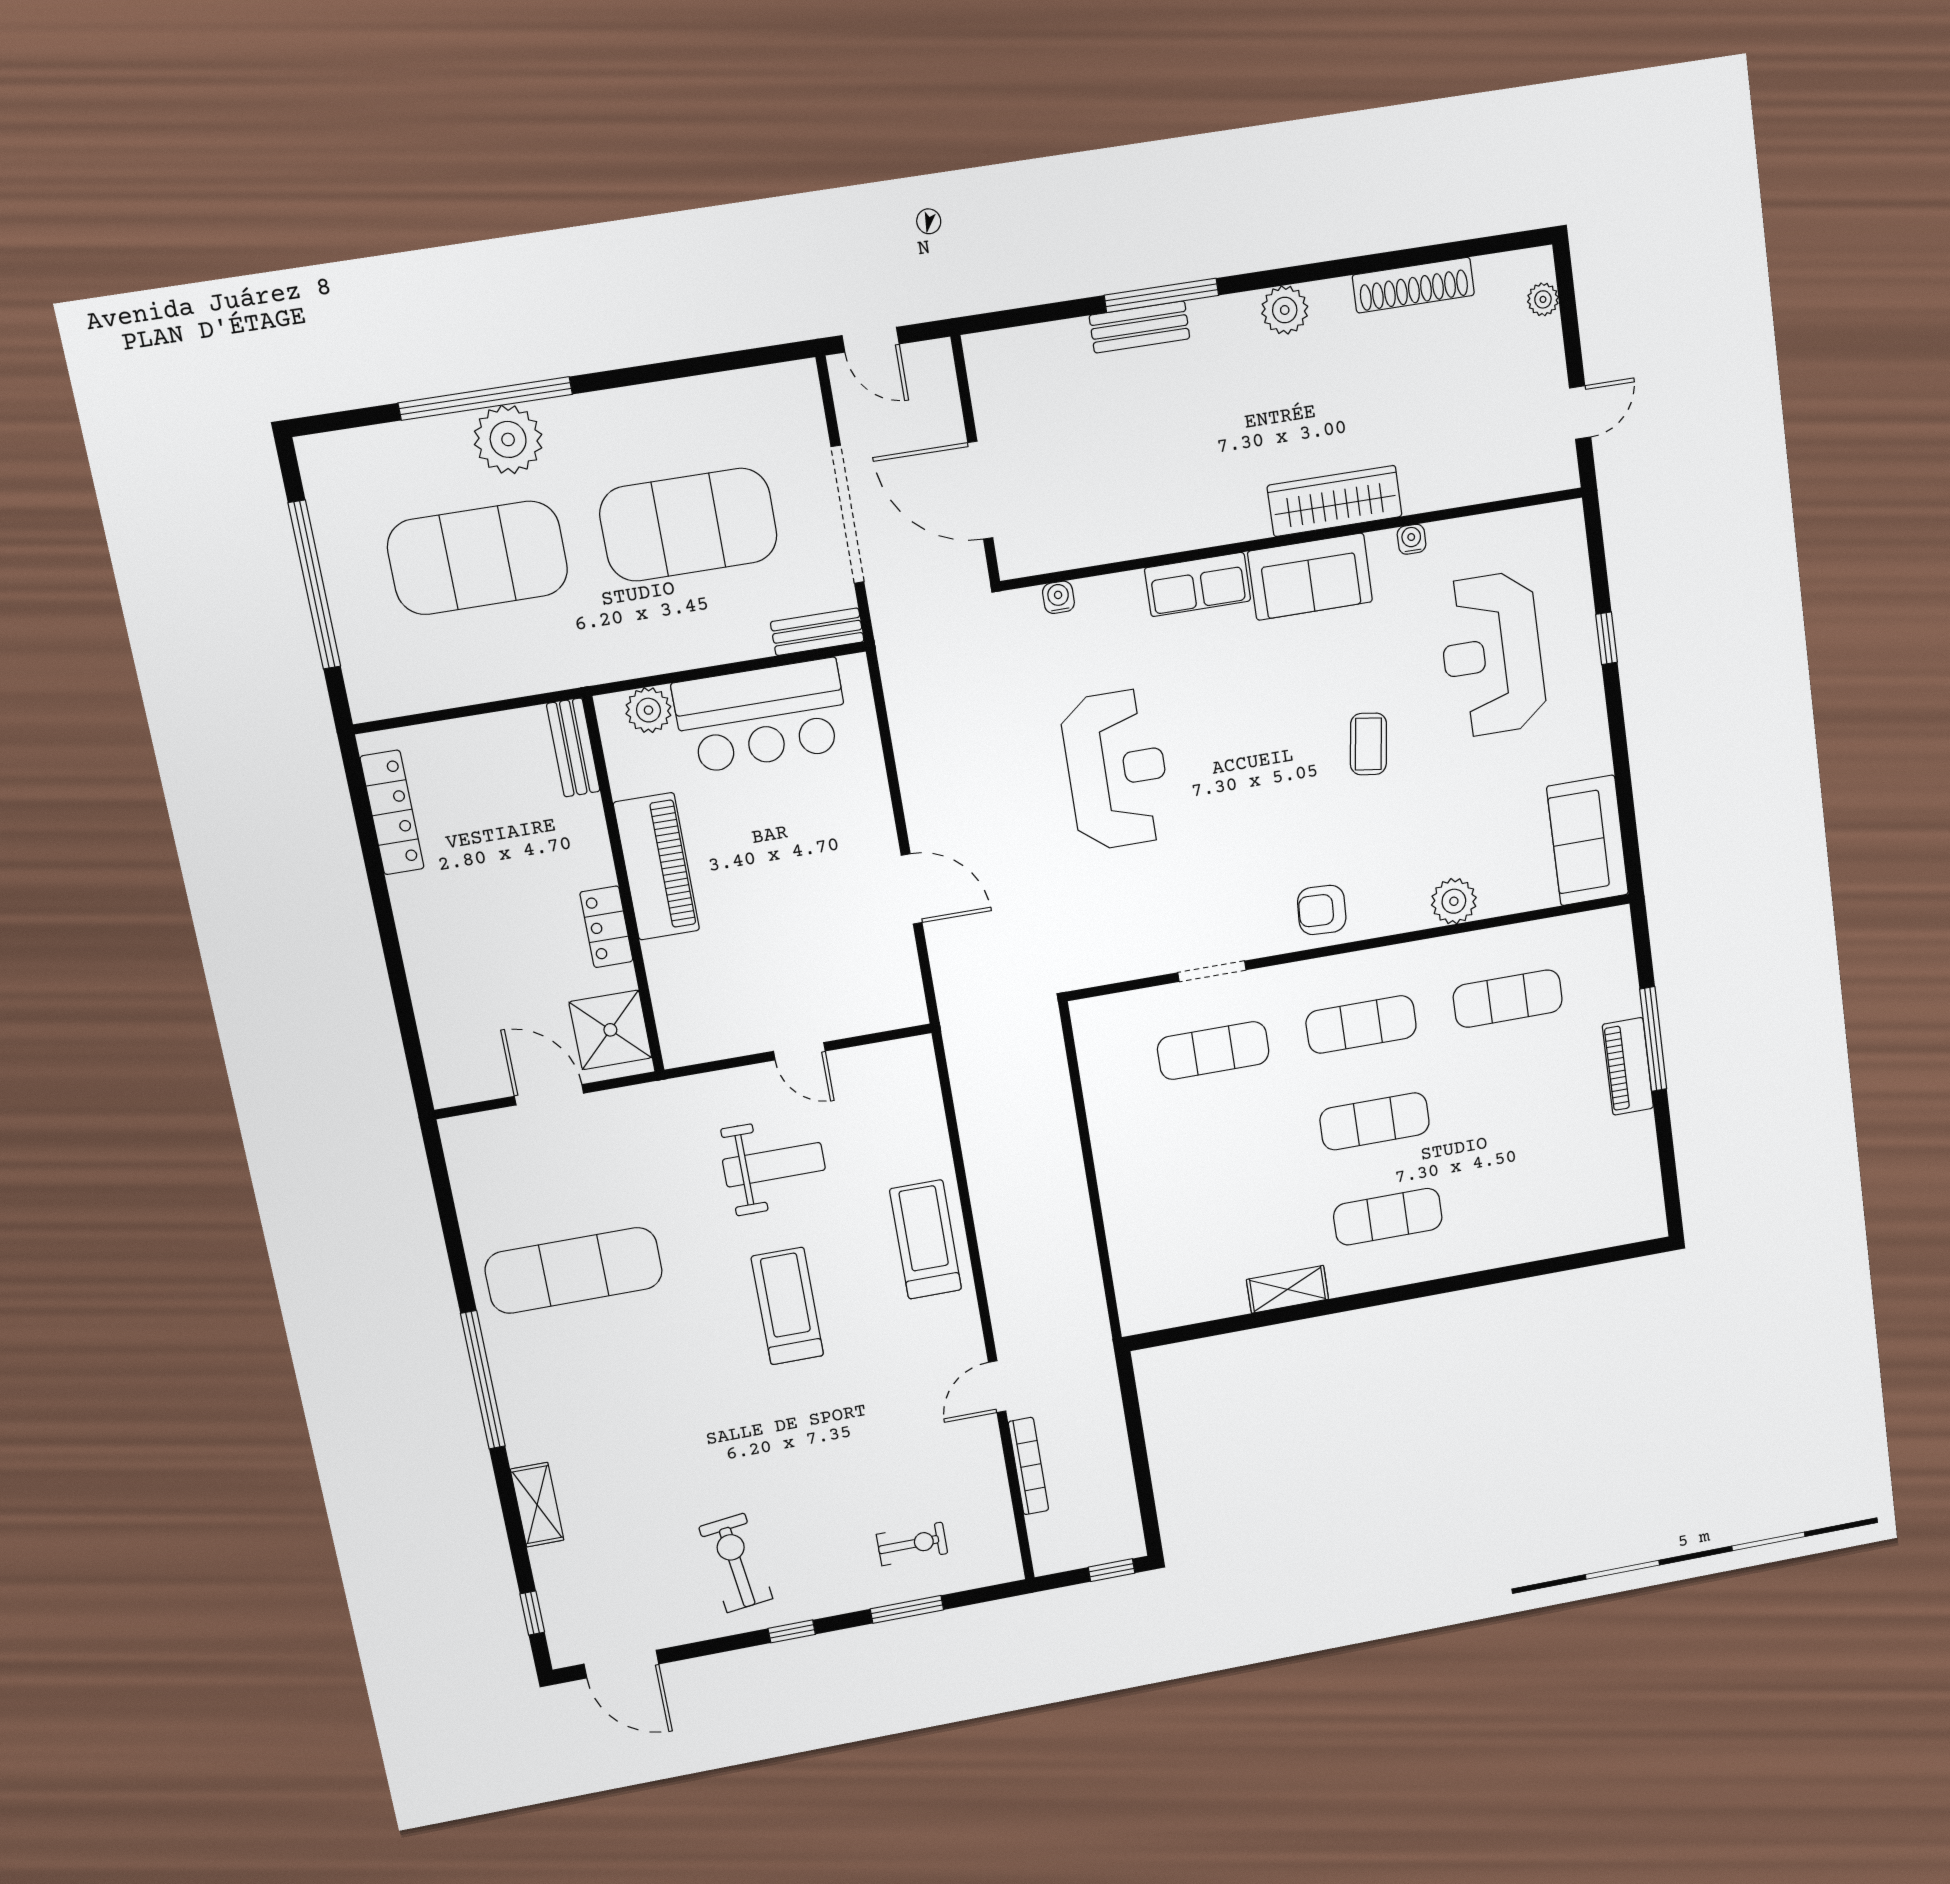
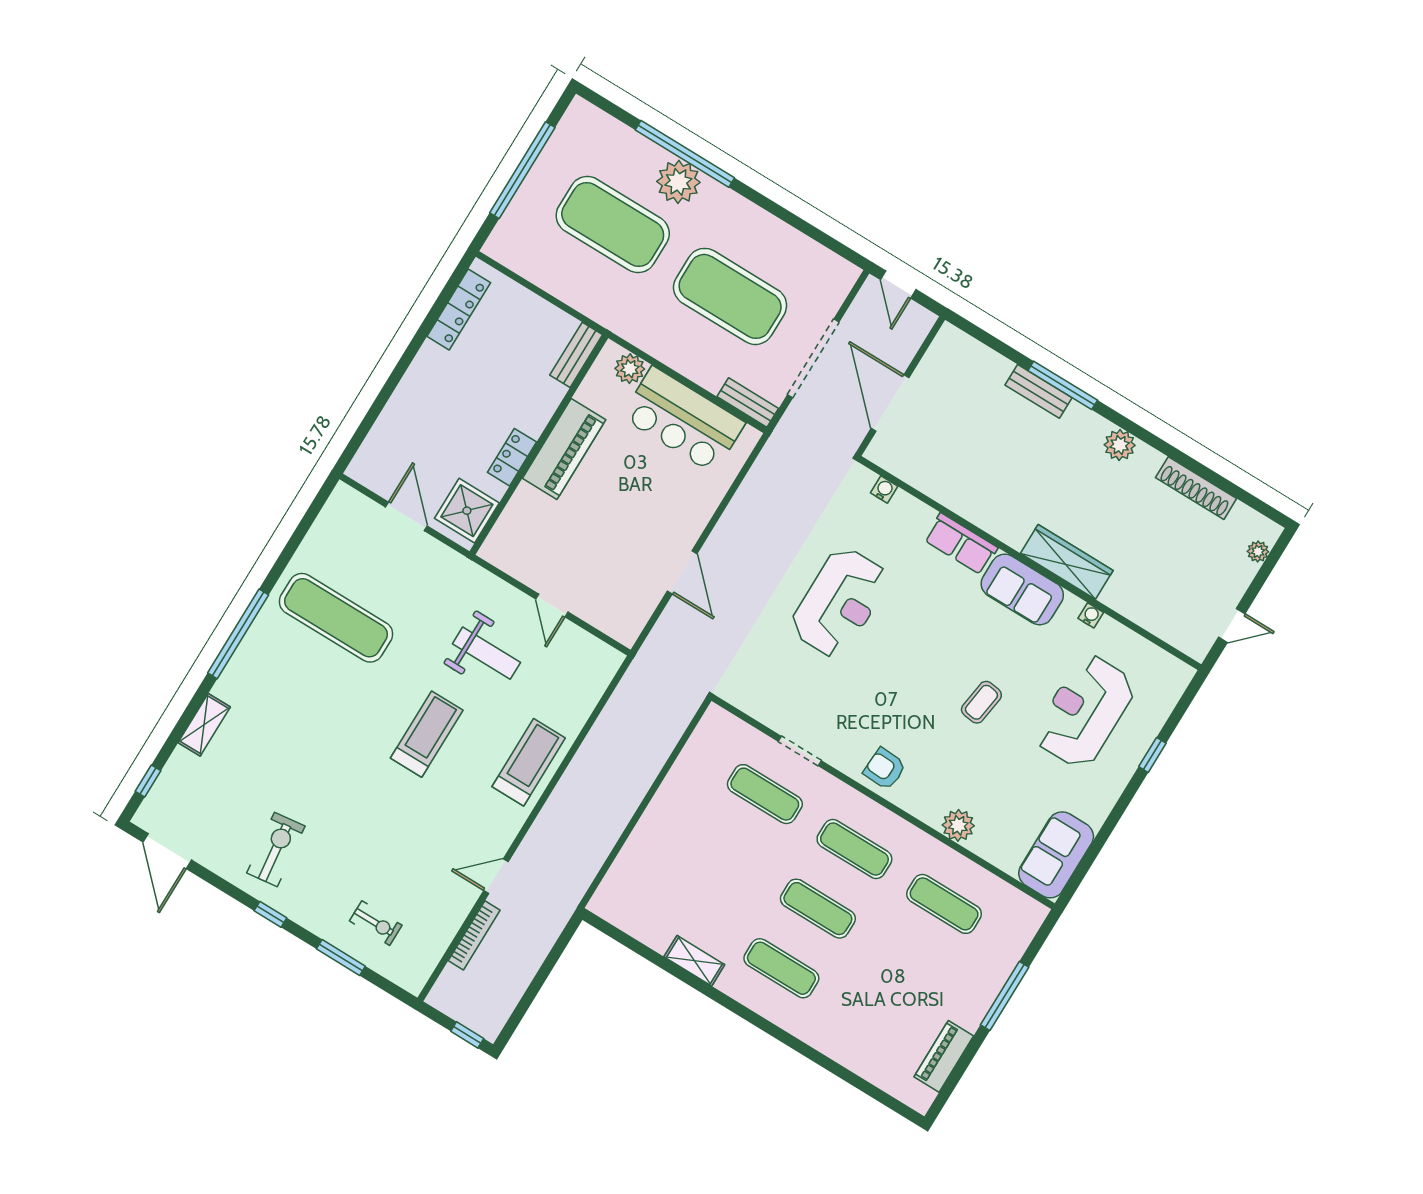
piano: (1628, 1066) -> (944, 1056), moved

